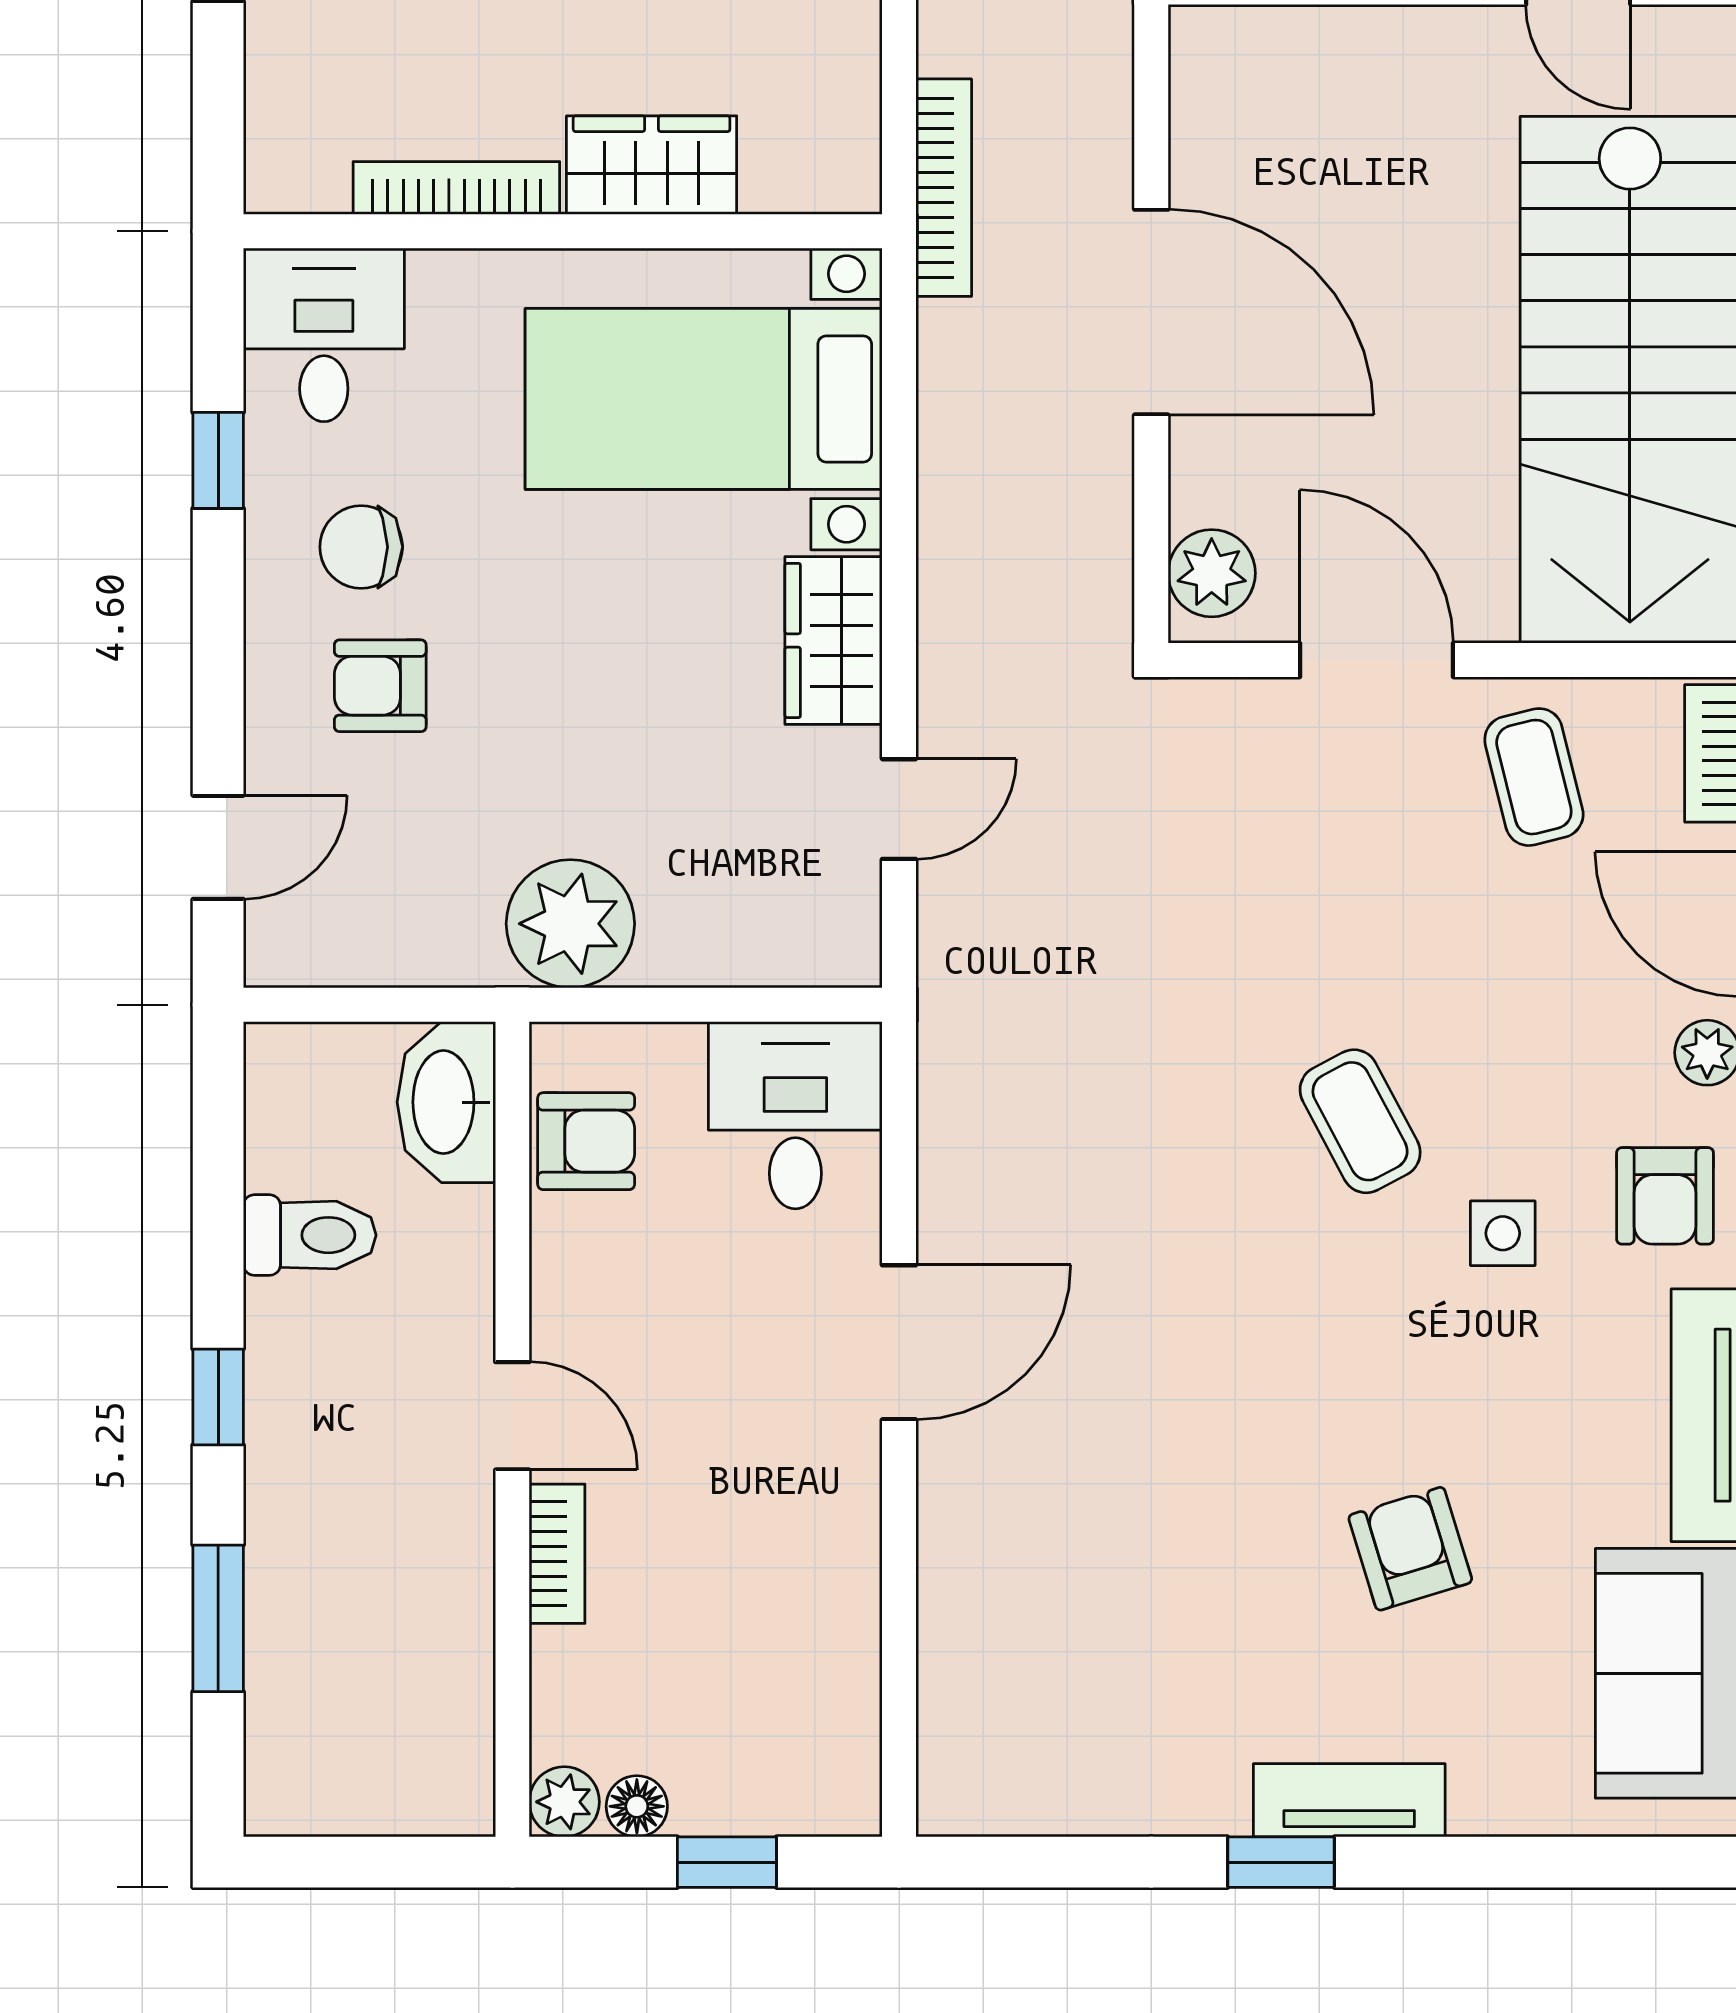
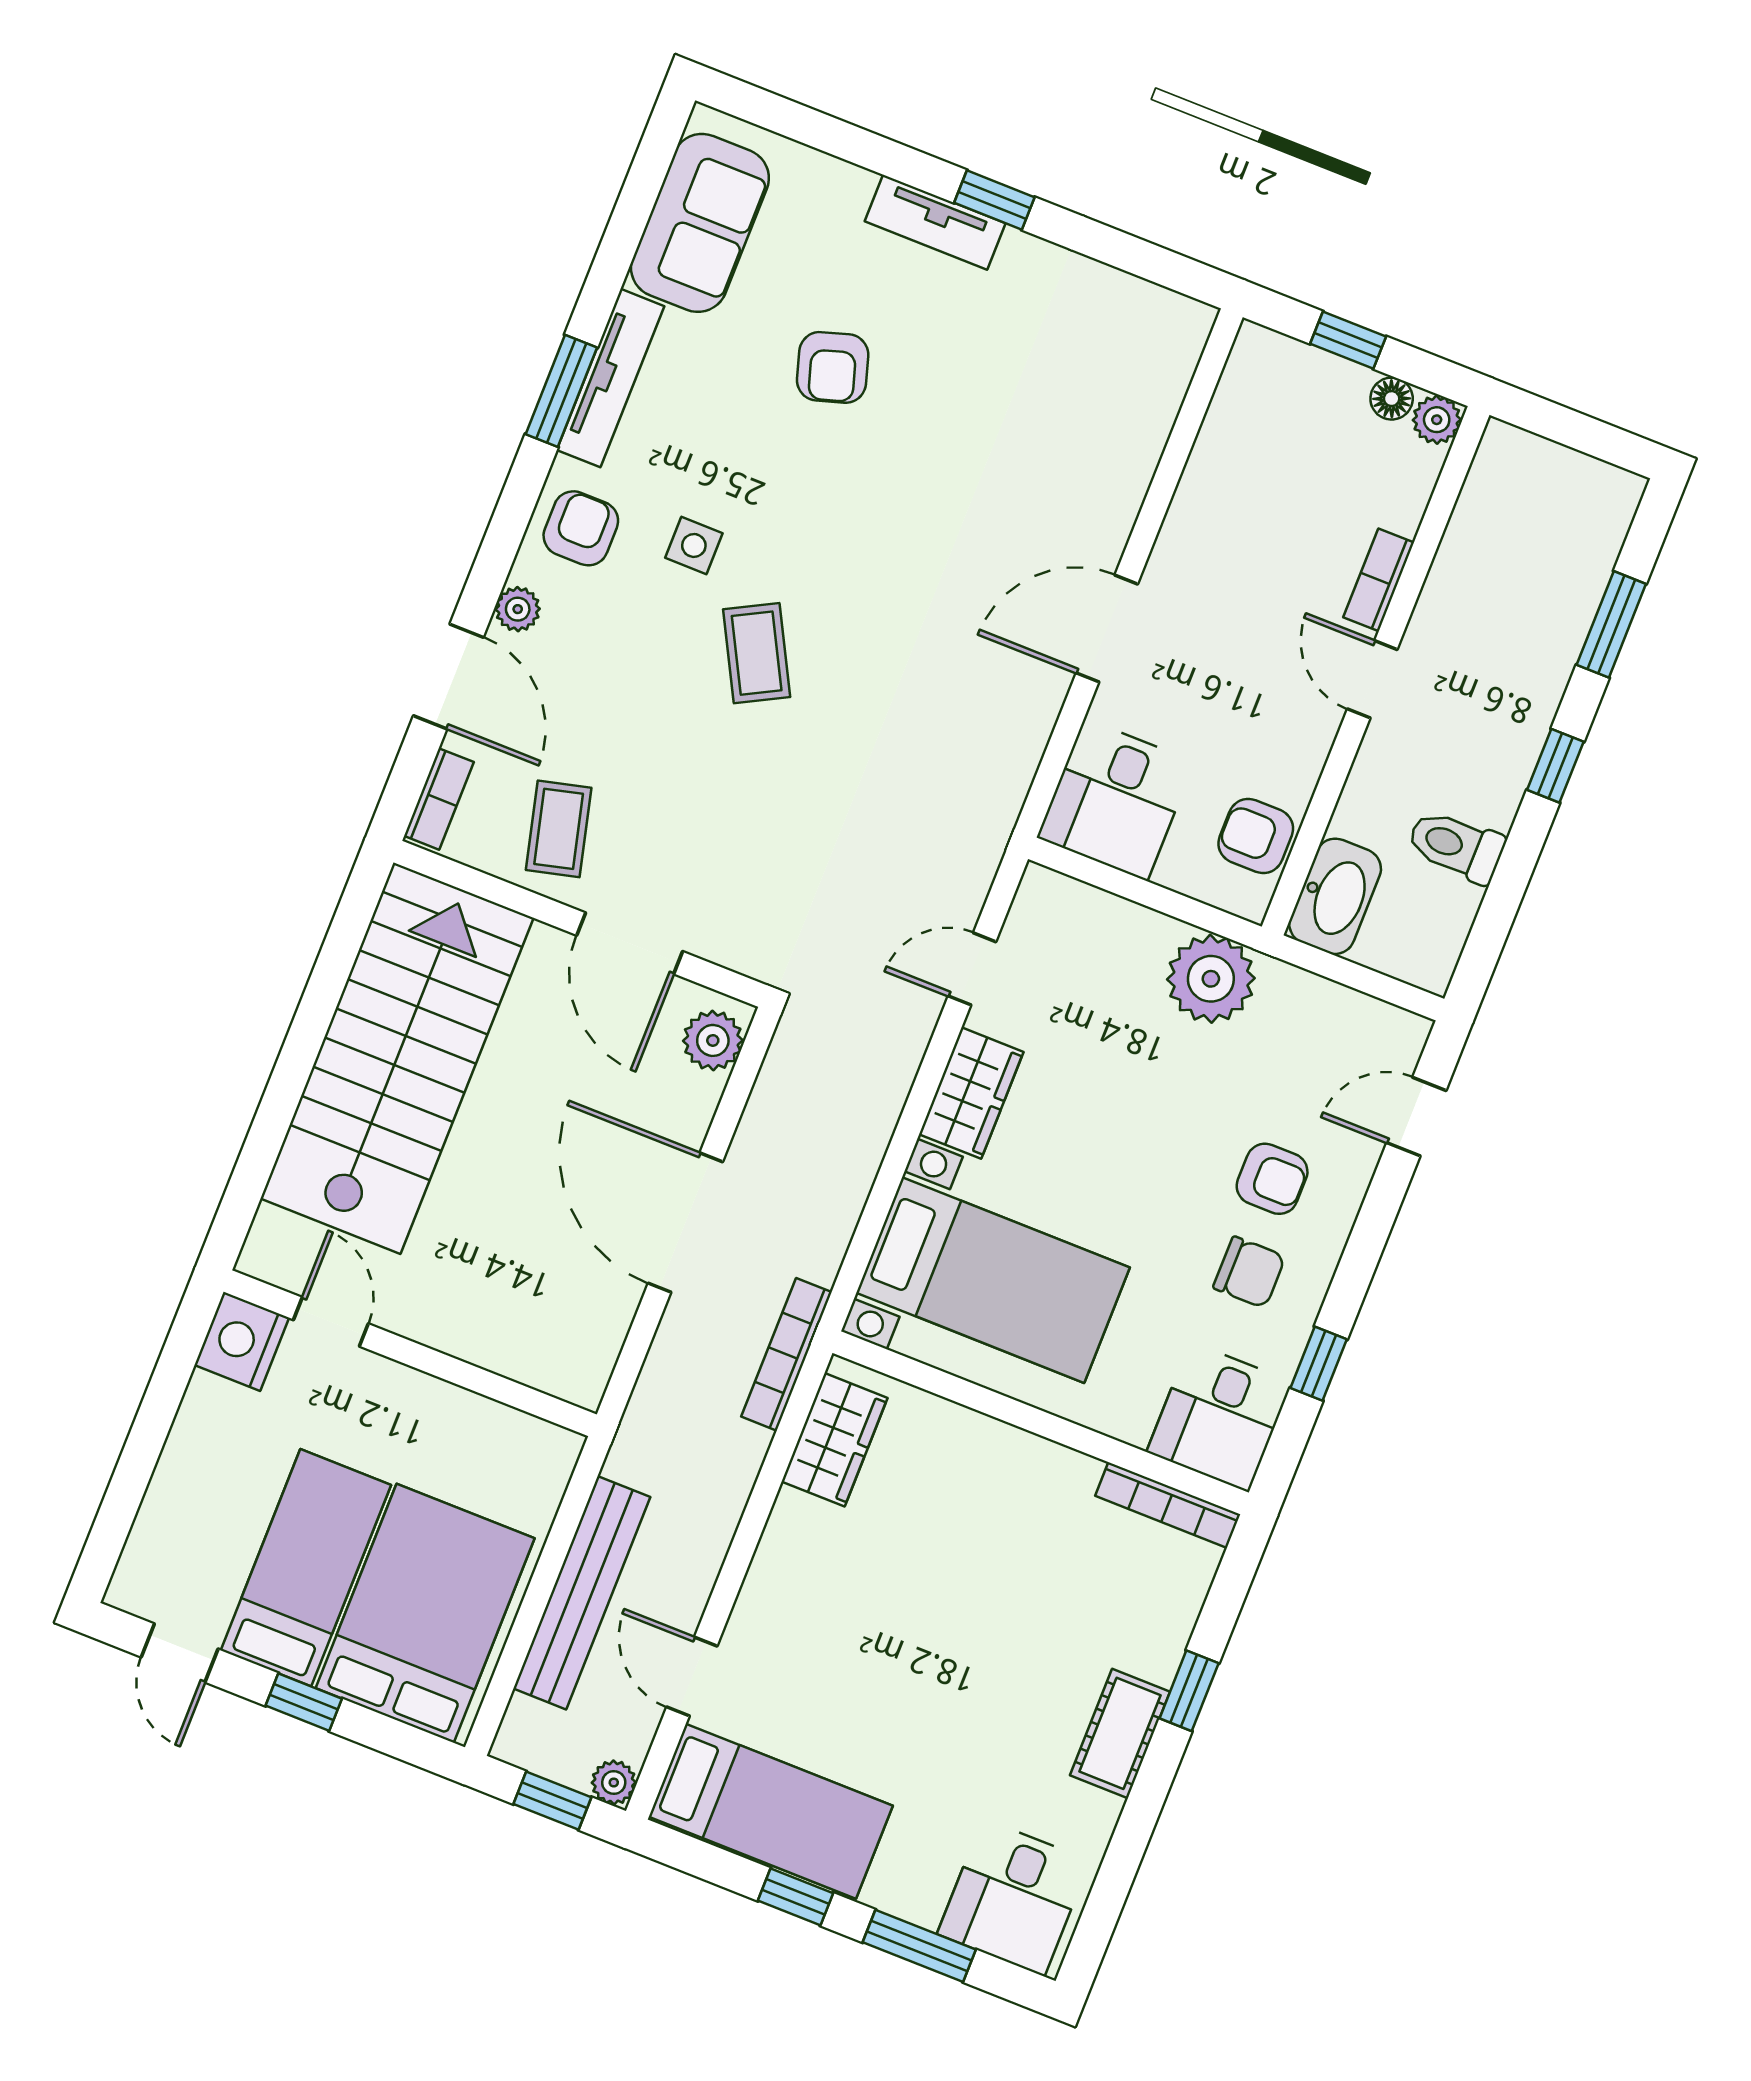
wardrobe: (652, 165) -> (835, 1440), moved, turned -90
bookcase: (456, 188) -> (1168, 1505), moved

